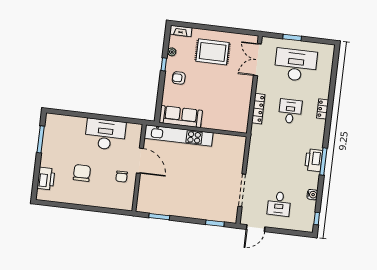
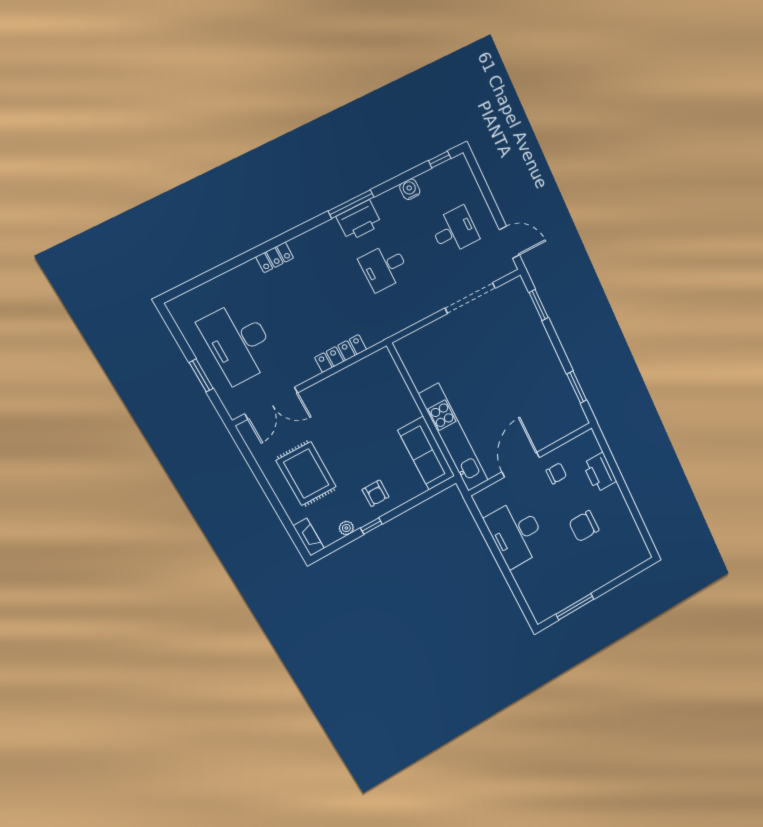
desk: (290, 111) -> (384, 267), moved
printer: (46, 179) -> (600, 472), moved, turned -90

